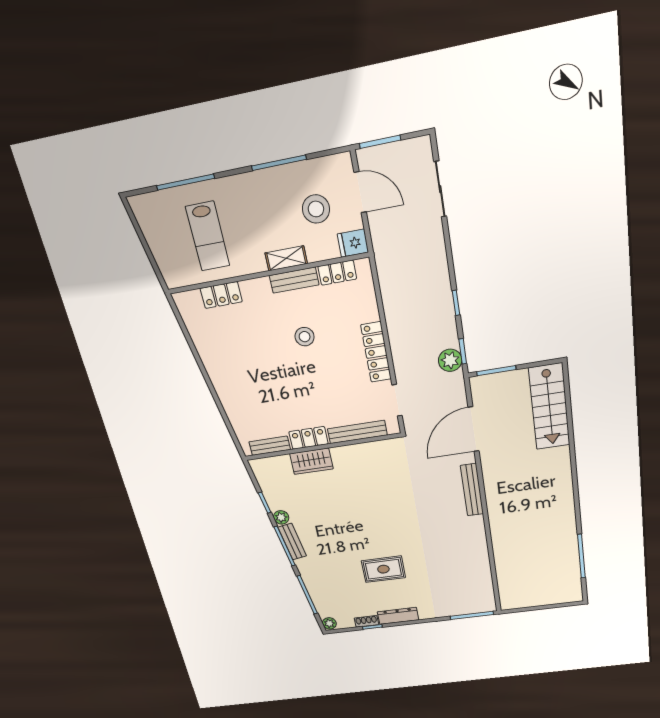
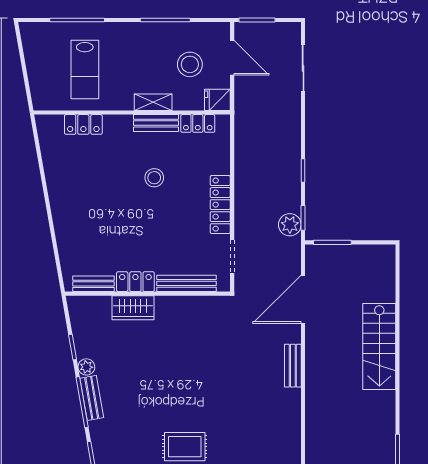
stairs: (549, 407) -> (379, 346), moved
bench: (472, 490) -> (293, 366), width x0.73

